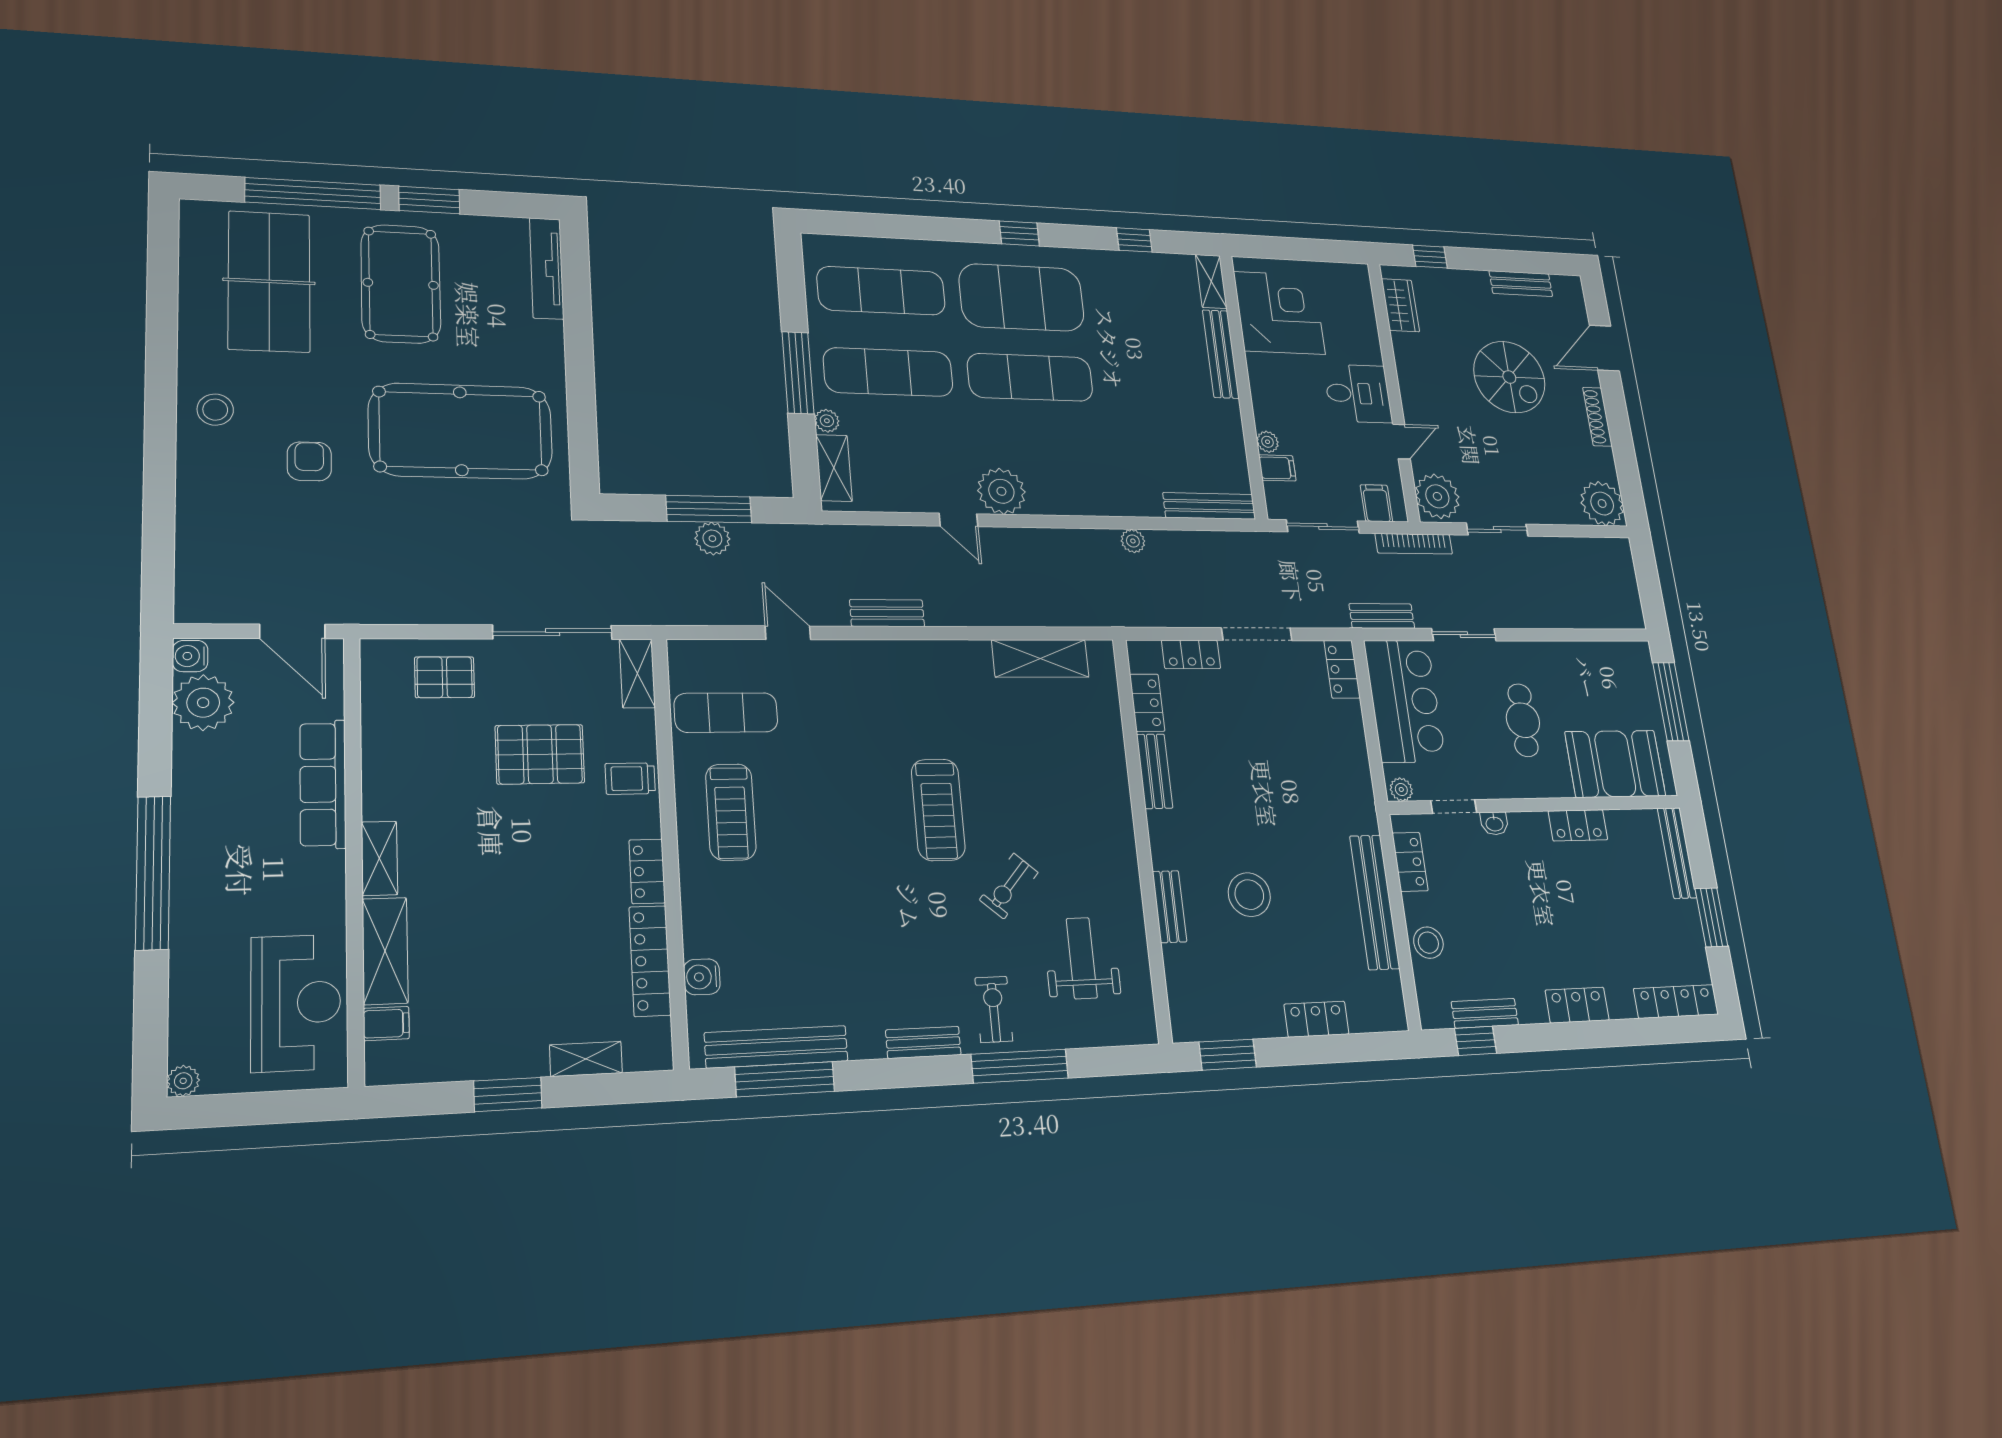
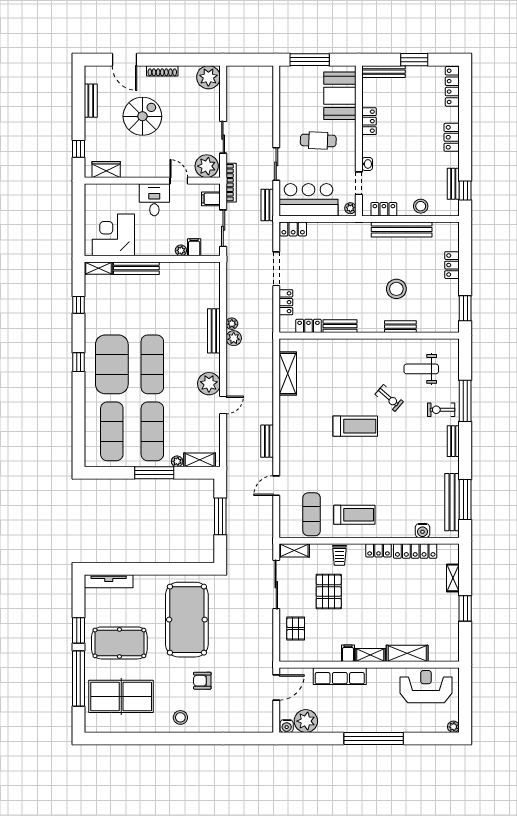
bench: (1209, 506) -> (214, 331), moved
plant: (712, 539) -> (234, 338), moved
filing cabinet: (386, 1024) -> (348, 653), moved

